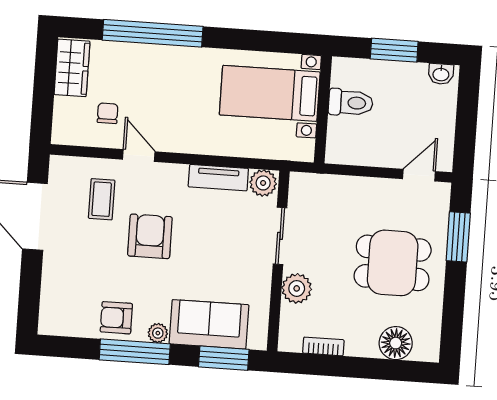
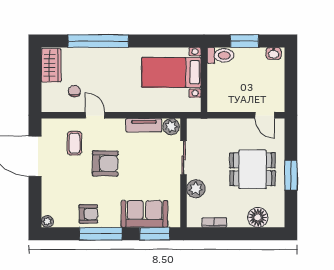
toilet: (351, 103) -> (220, 55), moved
door: (419, 175) -> (265, 115), swing flipped
armchair: (150, 236) -> (105, 163), turned 91
window: (458, 237) -> (291, 175), moved
armchair: (116, 318) -> (88, 214), turned 180
plant: (158, 333) -> (47, 221), moved

